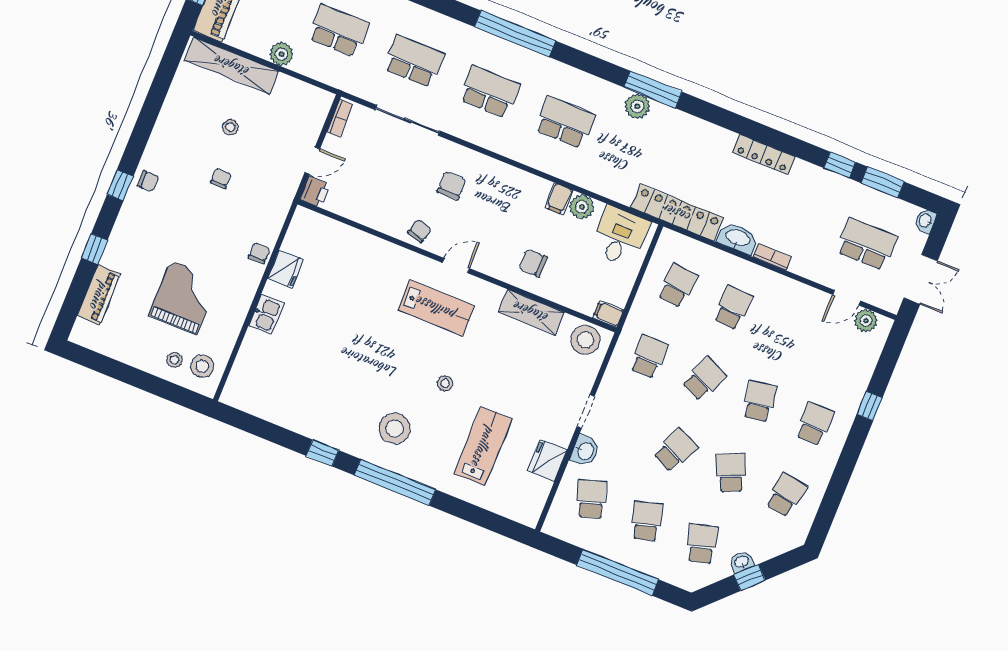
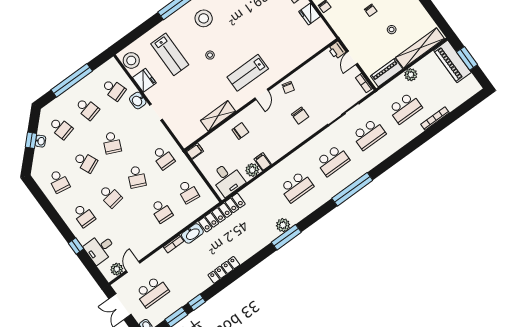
piano: (302, 94) -> (387, 72), added
stool: (585, 340) -> (131, 60), moved
desk: (850, 366) -> (100, 249), added

